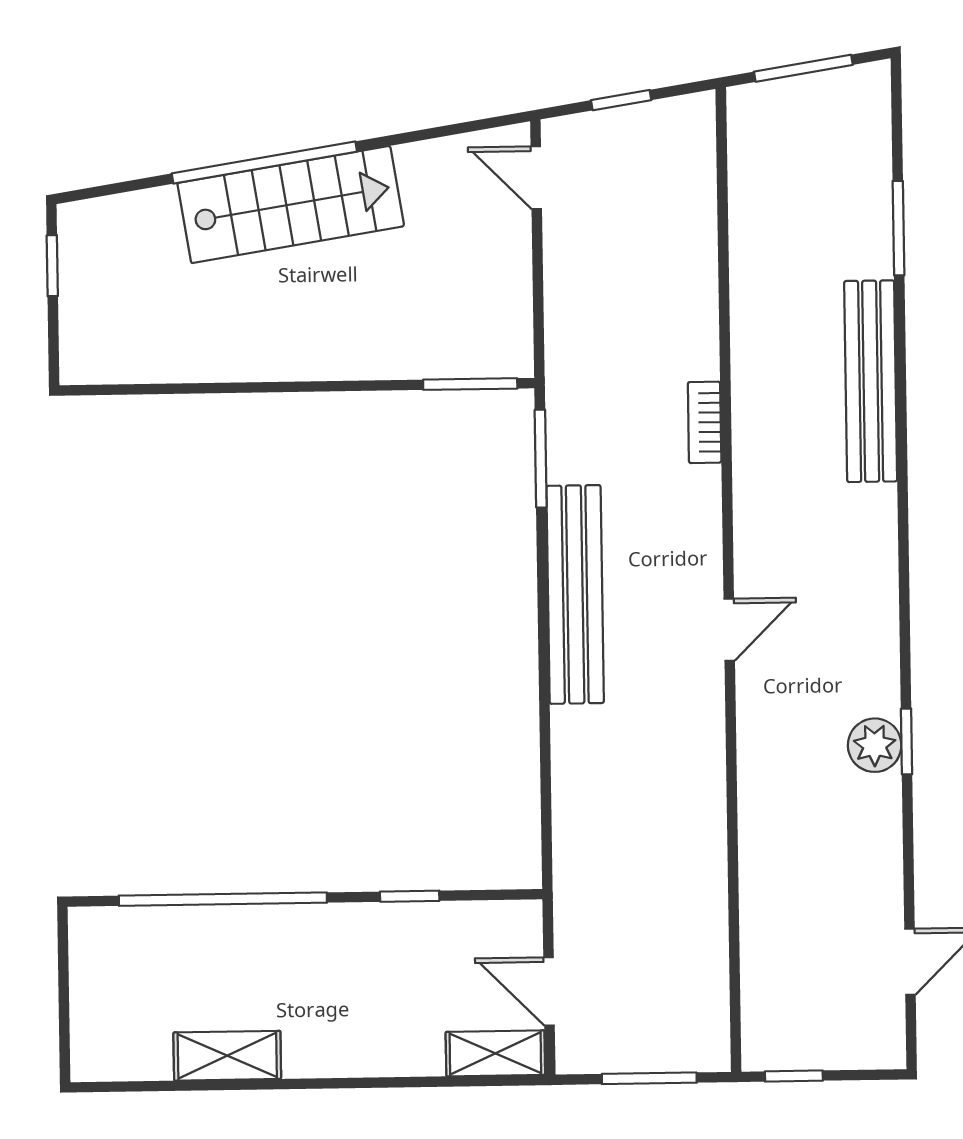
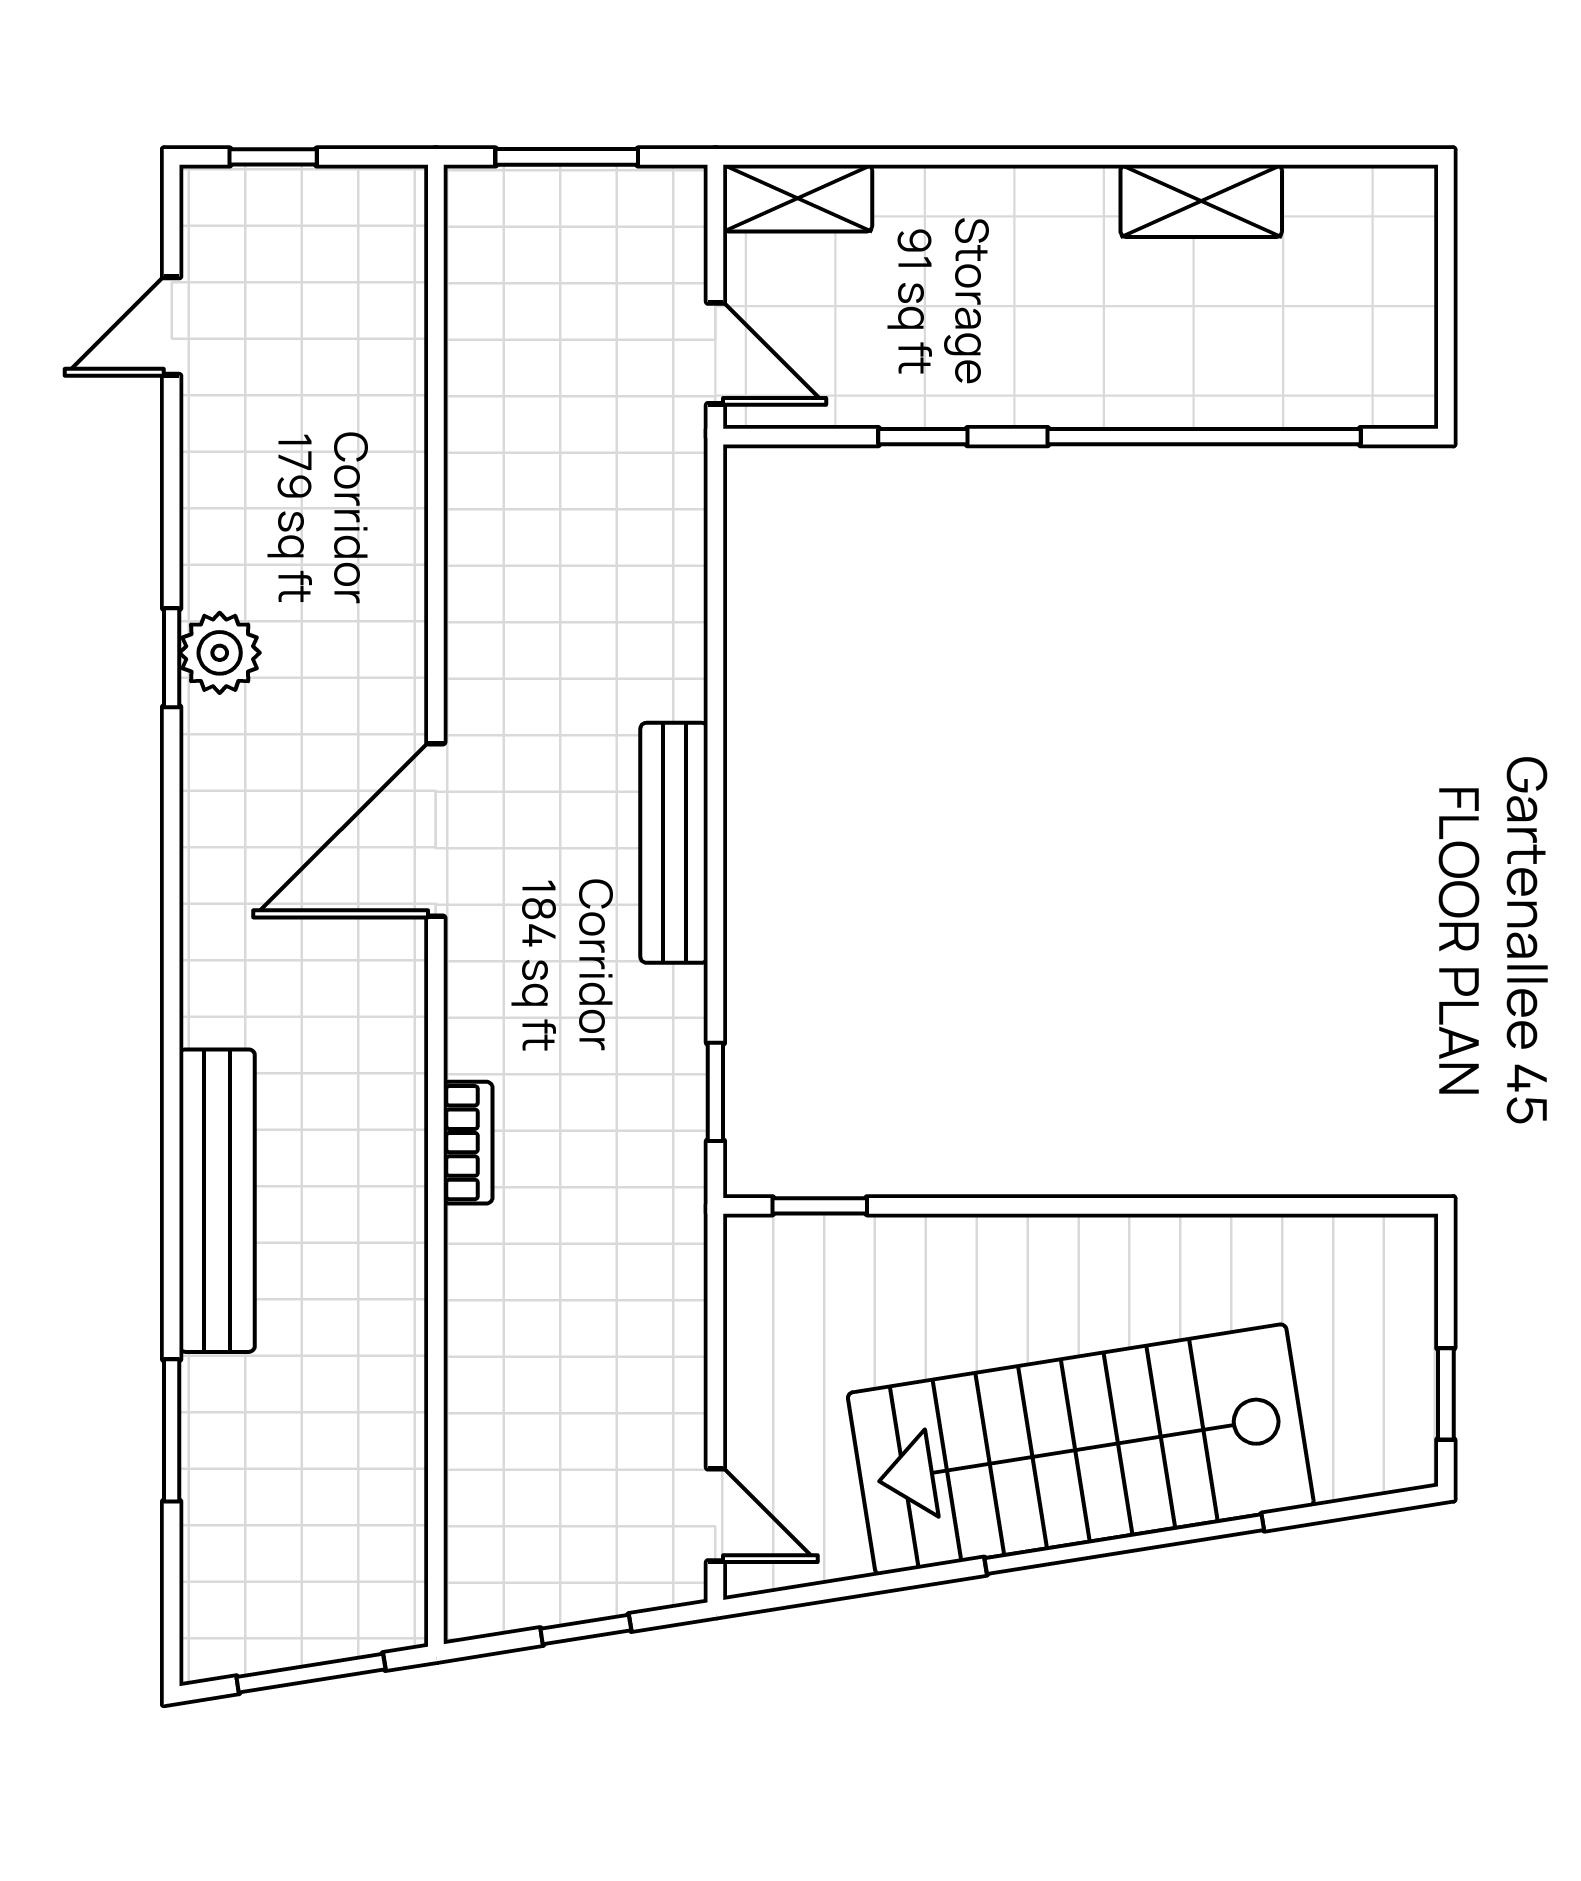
stairs: (291, 205) -> (1081, 1450), width x1.36, depth x1.51
window: (470, 384) -> (820, 1206), width x0.67
window: (541, 459) -> (715, 1092), width x0.67
bench: (575, 594) -> (674, 843), width x0.73, depth x0.82
door: (729, 630) -> (436, 830), width x1.88
door: (549, 991) -> (715, 353), moved
window: (794, 1076) -> (273, 157), moved

